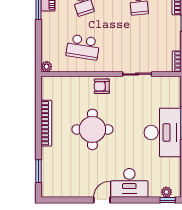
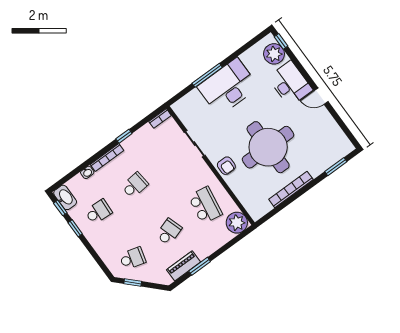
plant: (47, 67) -> (237, 223), width x1.87, depth x1.87
round table: (92, 129) -> (268, 147), width x1.36, depth x1.36
plant: (166, 192) -> (274, 54), width x1.87, depth x1.87

